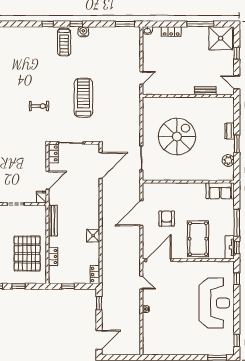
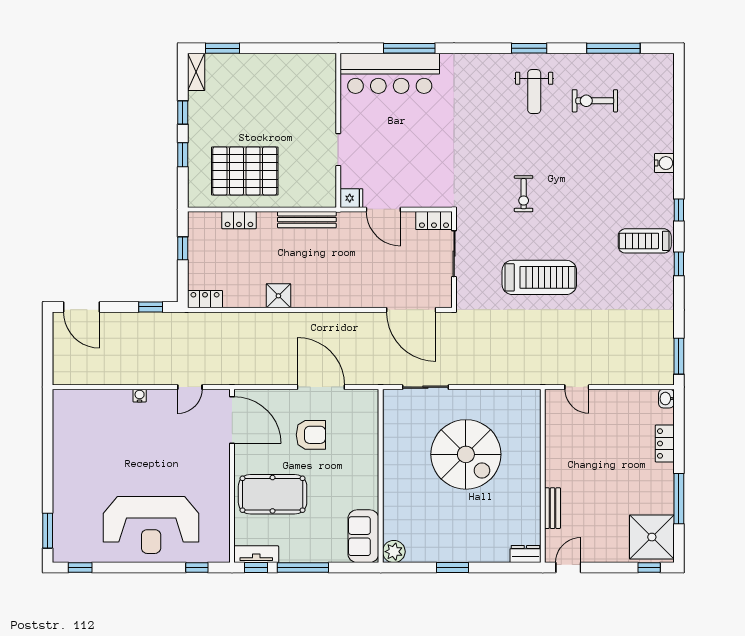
water cooler: (83, 32) -> (664, 163), moved
window: (237, 53) -> (649, 568), moved
dresser: (230, 131) -> (525, 554), moved
plant: (228, 160) -> (394, 552), moved

